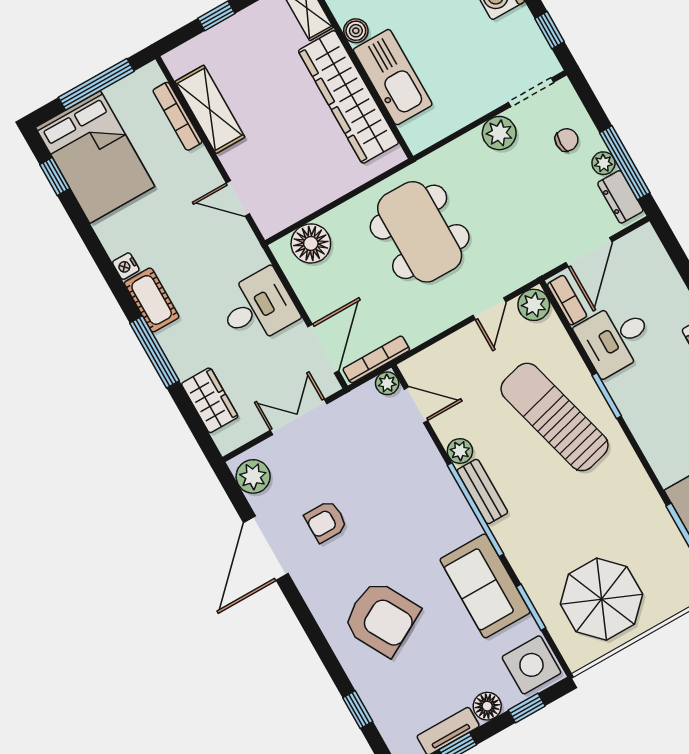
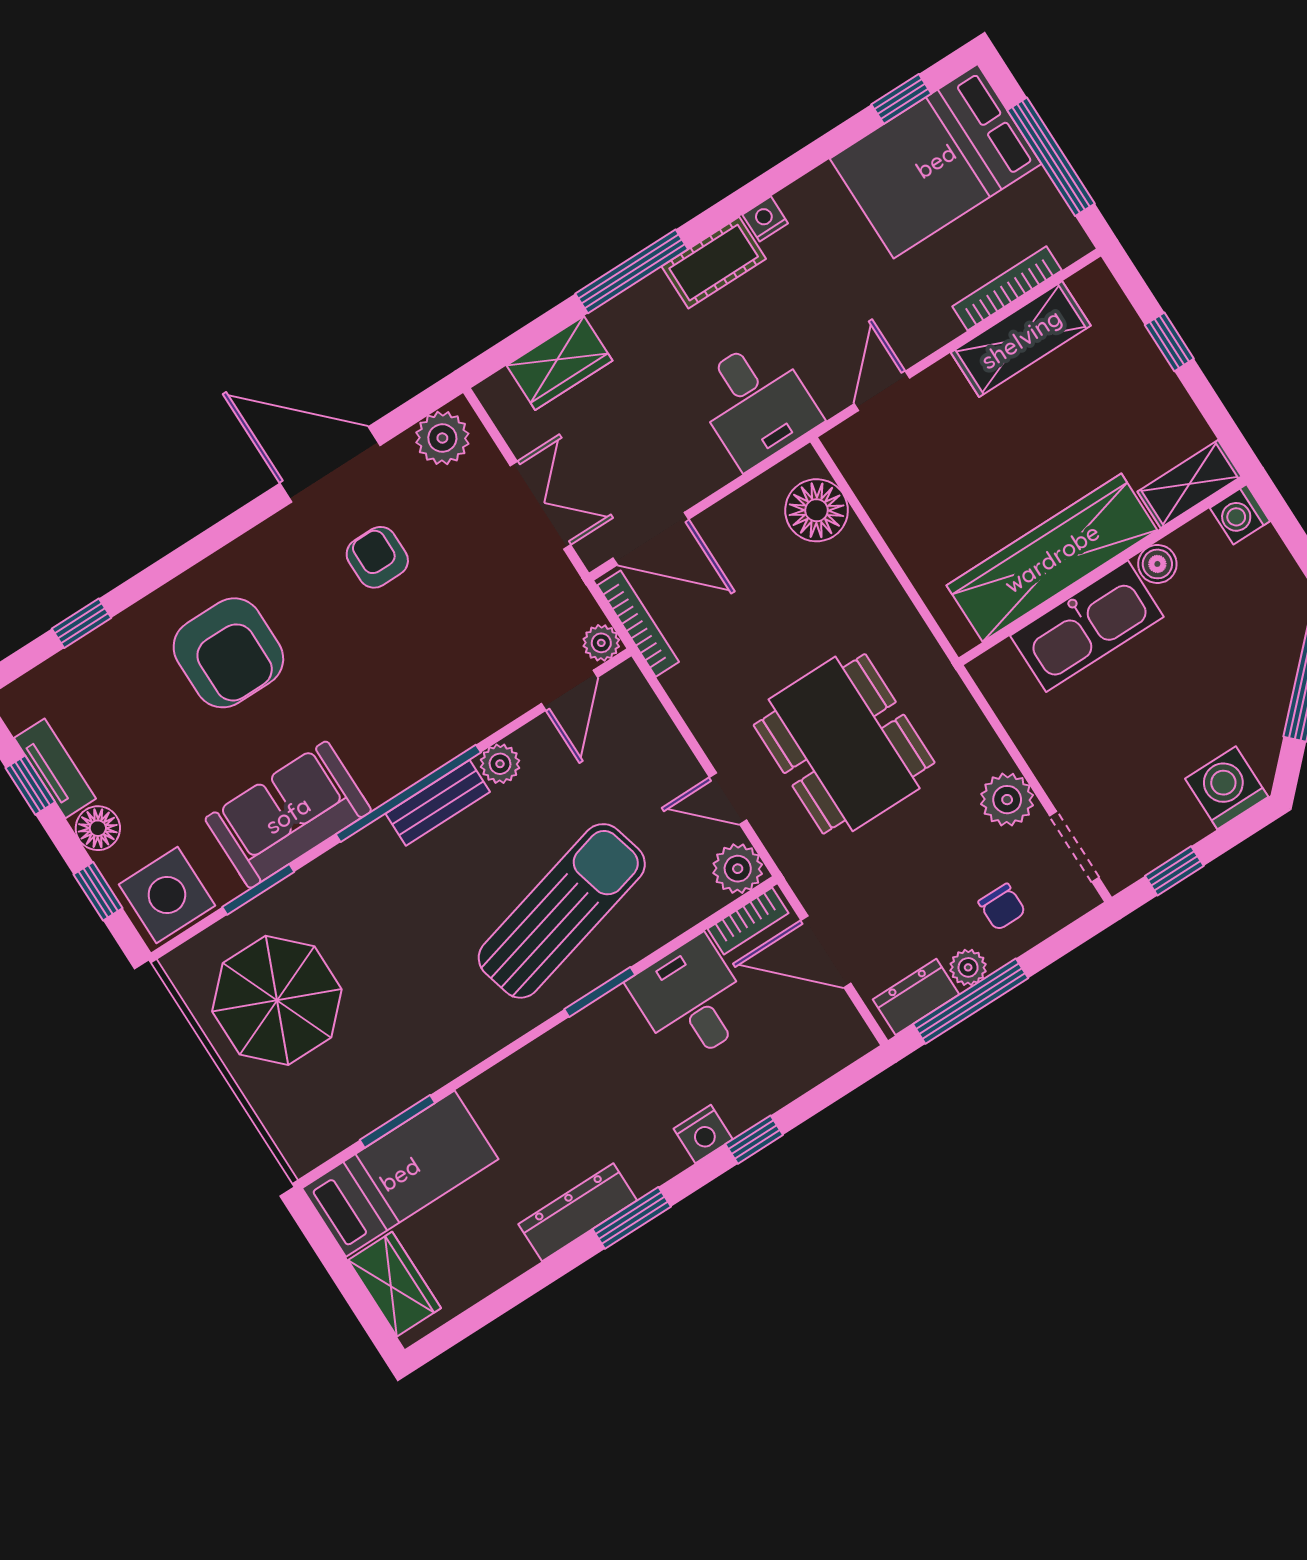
dining table: (420, 232) -> (844, 744), moved, turned 90
desk: (258, 307) -> (756, 403), moved
armchair: (381, 618) -> (228, 653), turned -61

